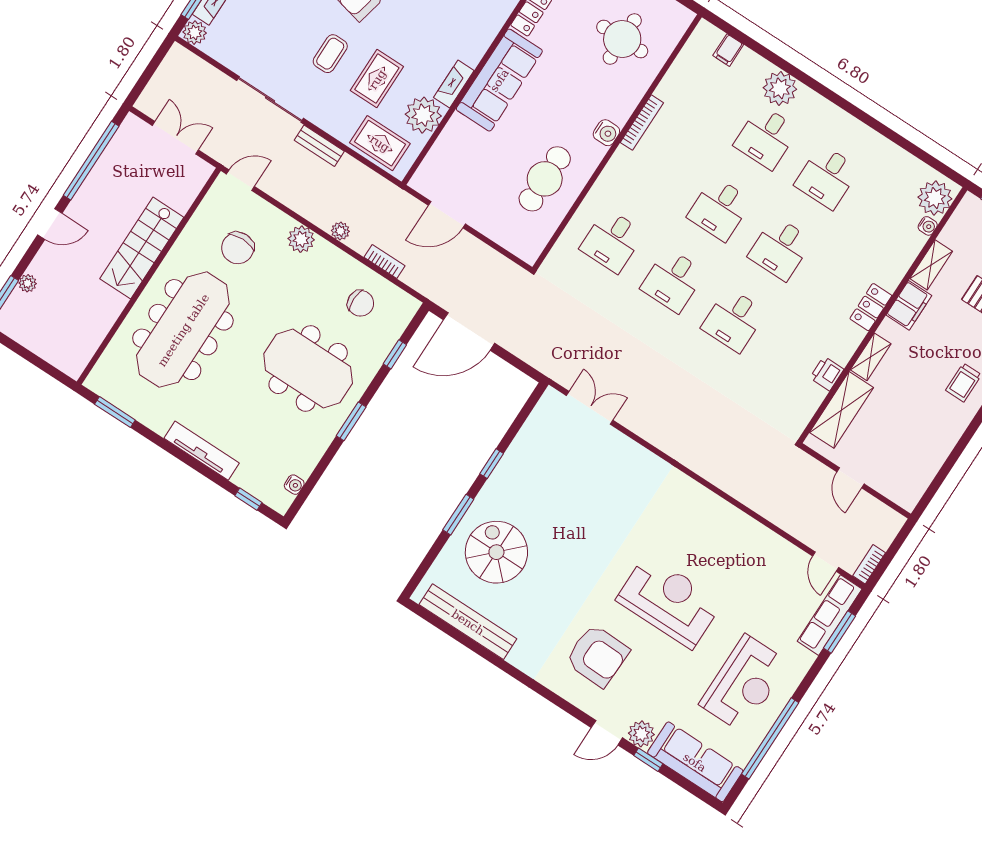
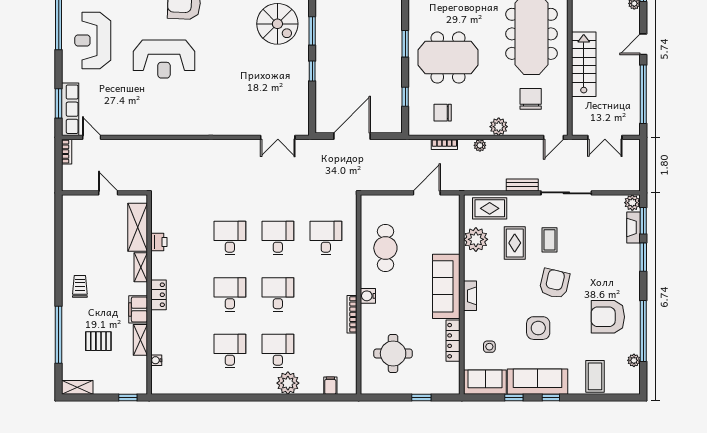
fireplace: (454, 84) -> (470, 296), moved
plant: (935, 198) -> (162, 378), removed
door: (469, 331) -> (352, 136), moved

